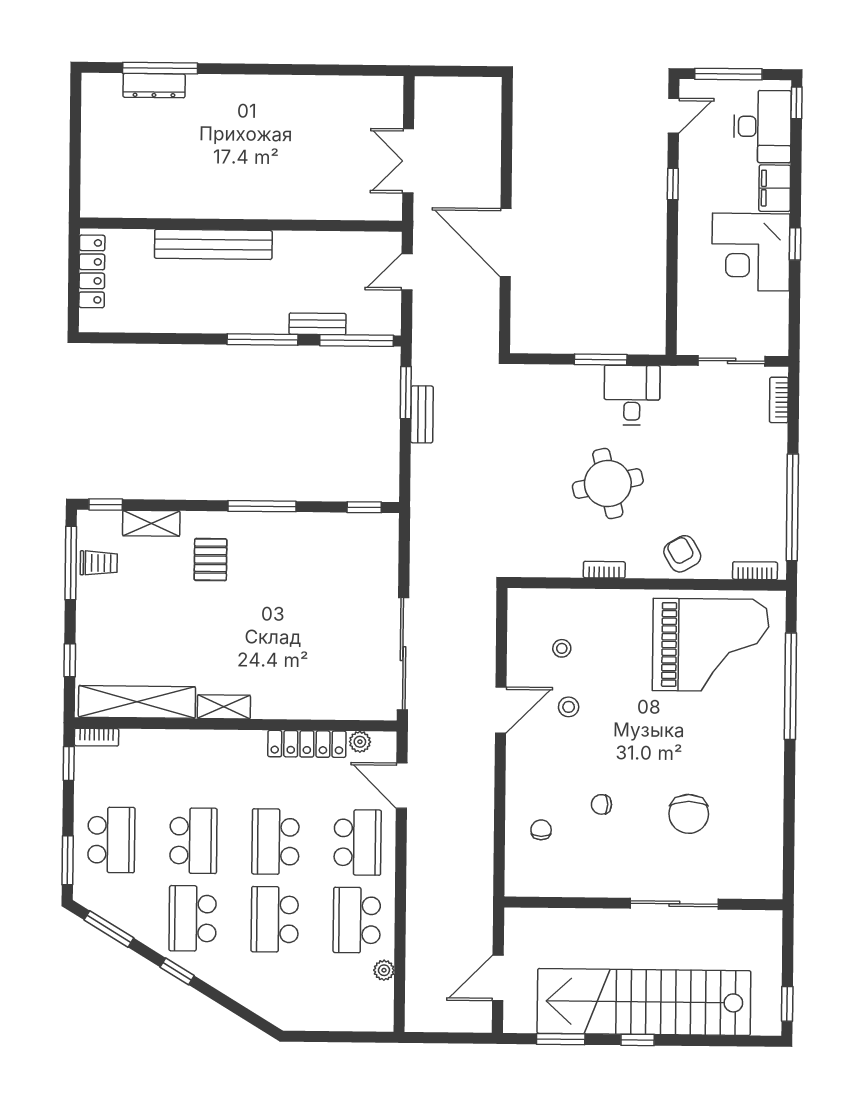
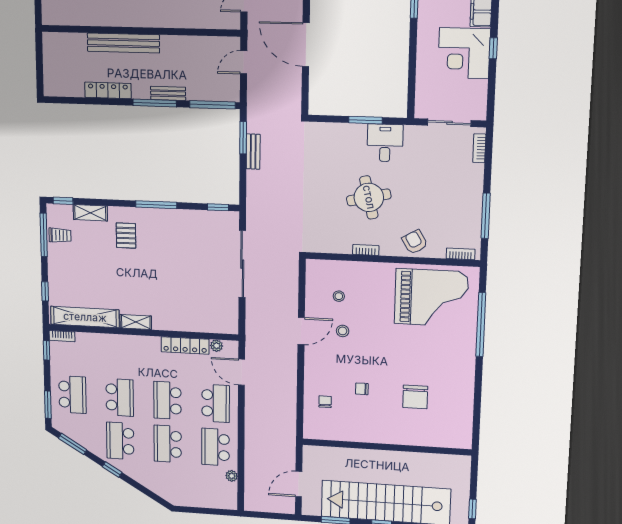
locker: (92, 271) -> (108, 90), moved, turned -90
bench: (317, 324) -> (168, 93), moved
window: (792, 507) -> (486, 216), width x0.68
sliding door: (403, 654) -> (242, 264), moved
sliding door: (674, 904) -> (405, 448), removed

